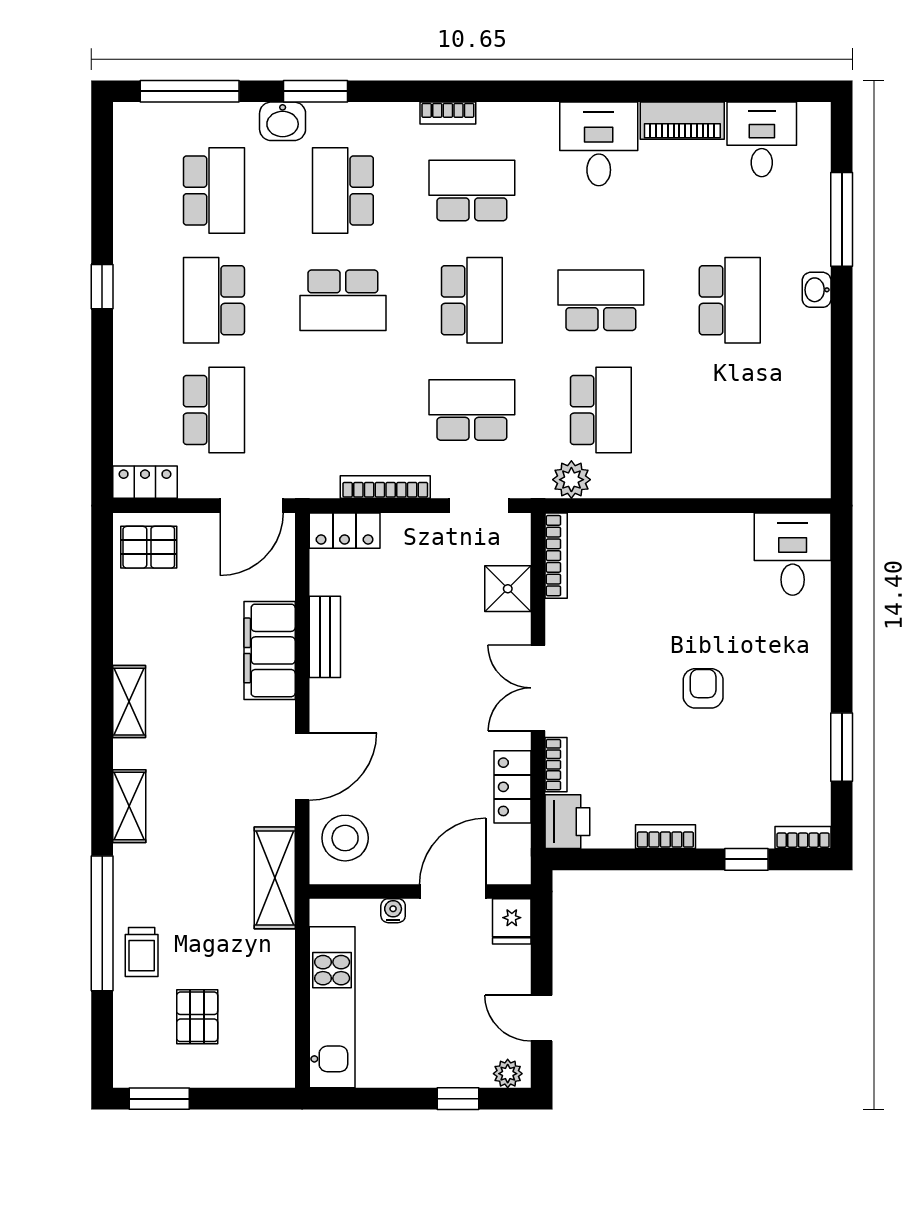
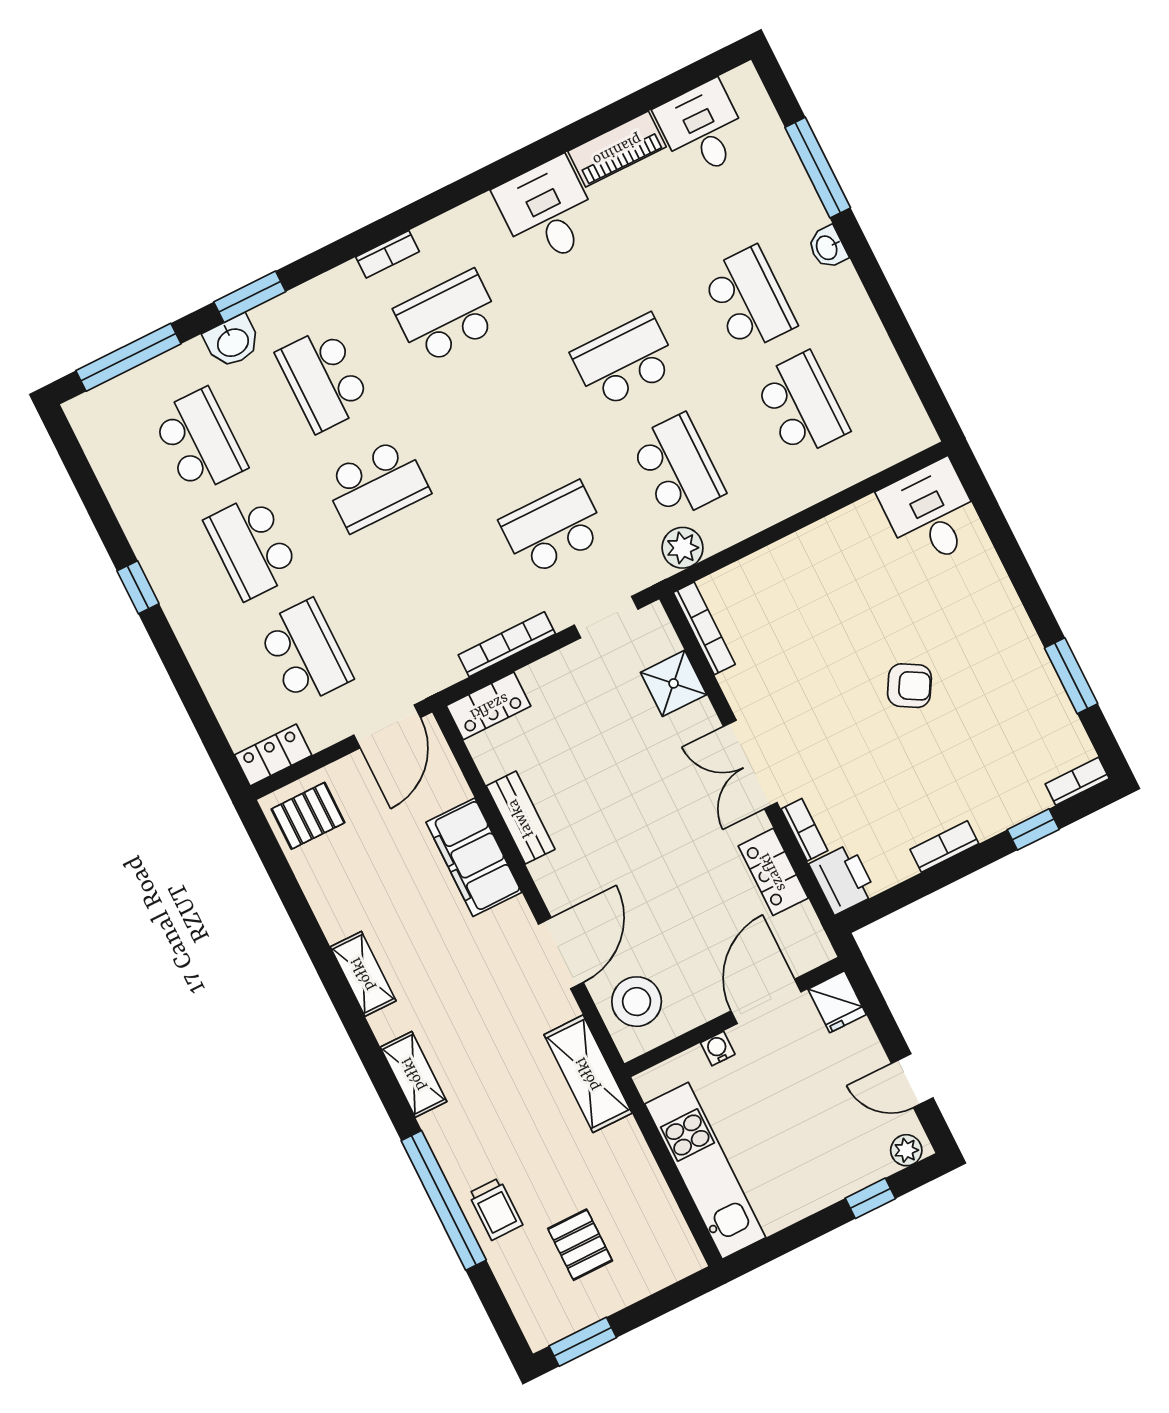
school desk: (472, 300) -> (802, 405), moved
armchair: (703, 688) -> (909, 686), turned 120

